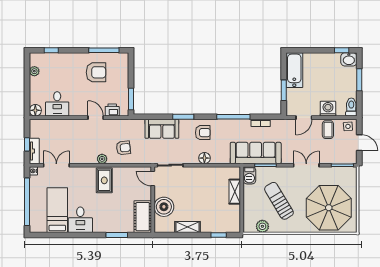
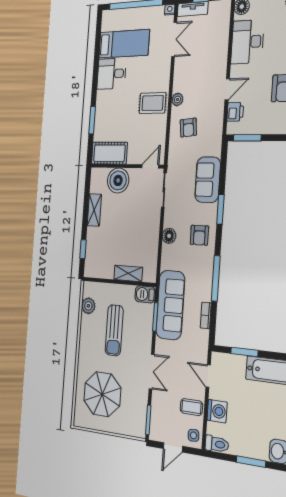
desk: (57, 104) -> (247, 42), width x1.37
sun lounger: (279, 201) -> (114, 330), turned 121
parasol: (329, 208) -> (102, 394), width x0.73, depth x0.73

